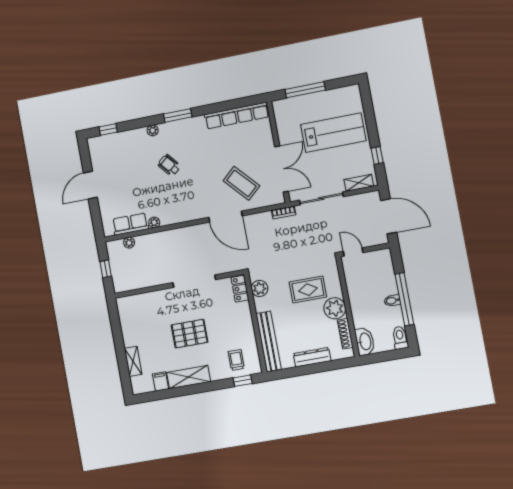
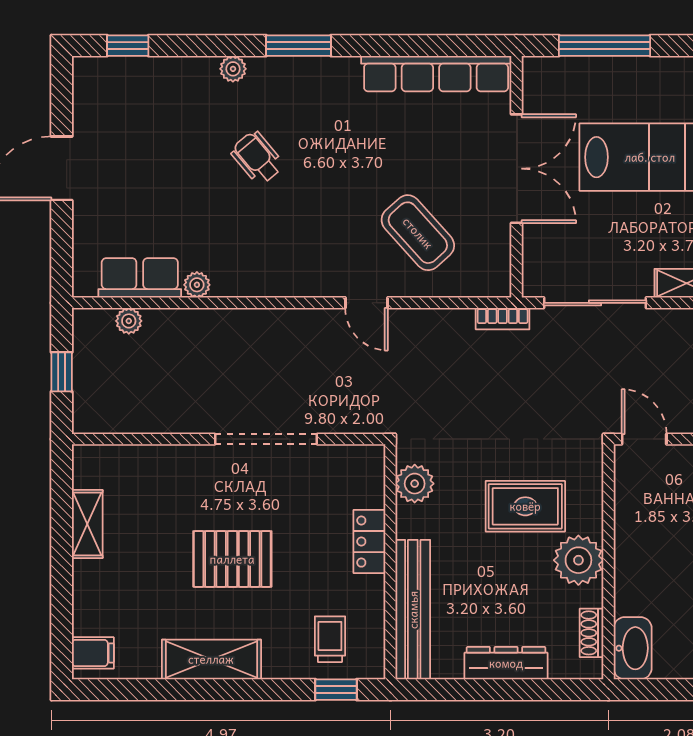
double door: (282, 169) -> (516, 169), moved
door: (225, 217) -> (366, 303), width x0.53
locker: (240, 289) -> (369, 542), moved
shoe rack: (345, 334) -> (592, 633), width x0.70
shelving: (133, 361) -> (87, 524), moved
filing cabinet: (160, 381) -> (93, 653), moved, turned 90

